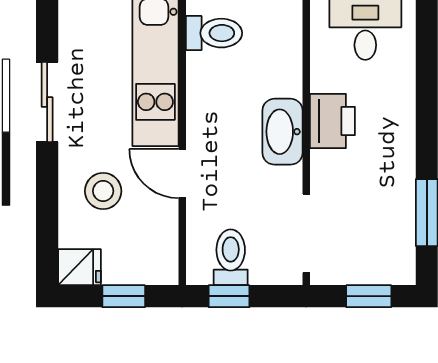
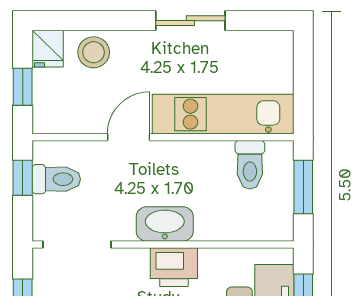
stool: (103, 191) -> (94, 52), moved

